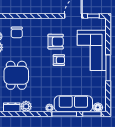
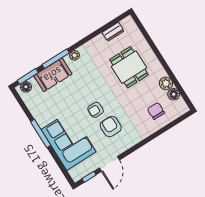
armchair: (56, 42) -> (111, 126), turned 90
sofa: (73, 104) -> (53, 75), width x0.73
plant: (26, 106) -> (99, 42), removed

